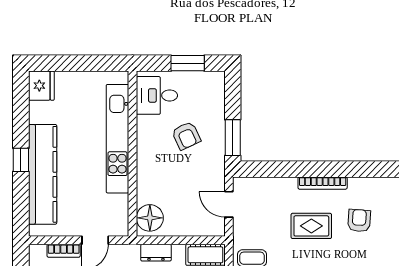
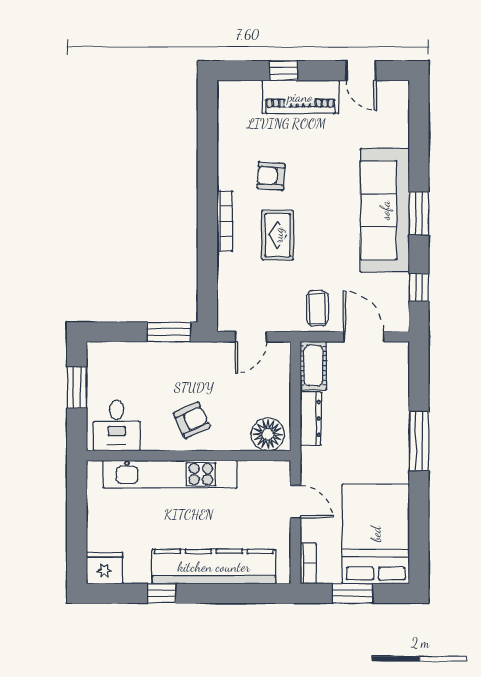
armchair: (186, 136) -> (192, 420), moved
window: (21, 160) -> (162, 593), moved
bookcase: (64, 251) -> (308, 564), moved
dresser: (156, 253) -> (311, 418), width x1.44

